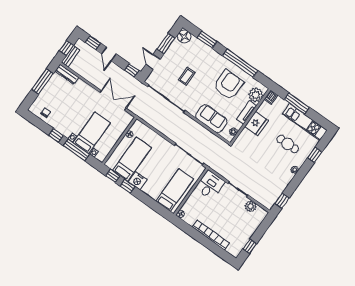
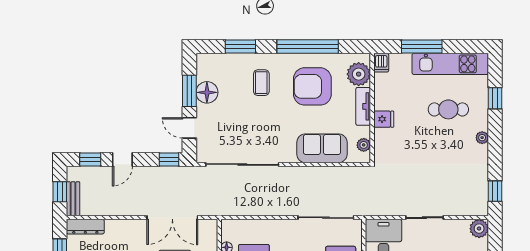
floor lamp: (184, 36) -> (207, 92), moved
door: (109, 54) -> (122, 159), hinge flipped
coffee table: (187, 76) -> (261, 83), moved
armchair: (228, 85) -> (312, 86), turned -90
double door: (113, 100) -> (172, 218), swing flipped
fridge: (257, 124) -> (384, 119), width x0.53, depth x0.75
plant: (251, 206) -> (479, 229), moved

